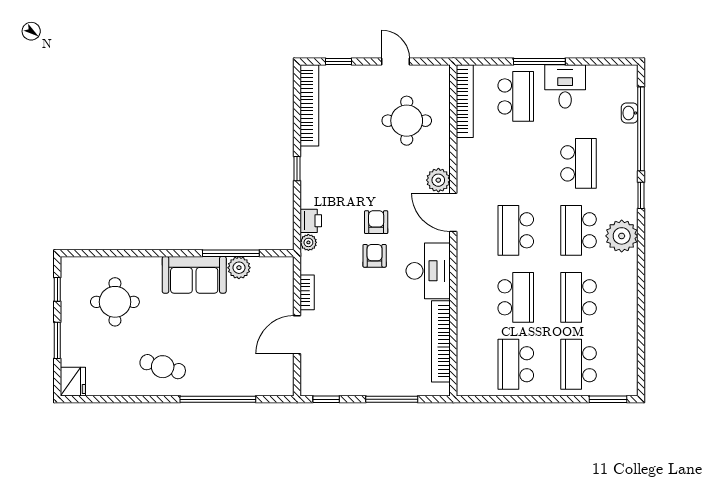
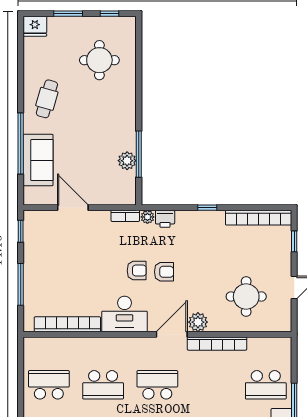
bookcase: (465, 101) -> (217, 344), moved
sofa: (194, 275) -> (38, 160), moved, turned 180
bookcase: (307, 292) -> (125, 216), moved

